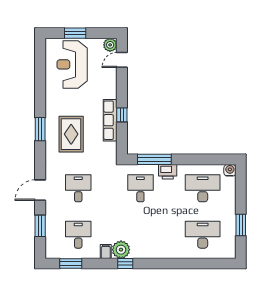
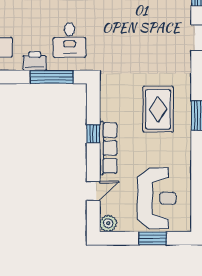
door: (122, 60) -> (93, 191), moved
row of seats: (110, 120) -> (108, 148), moved
desk: (78, 188) -> (149, 40), removed

